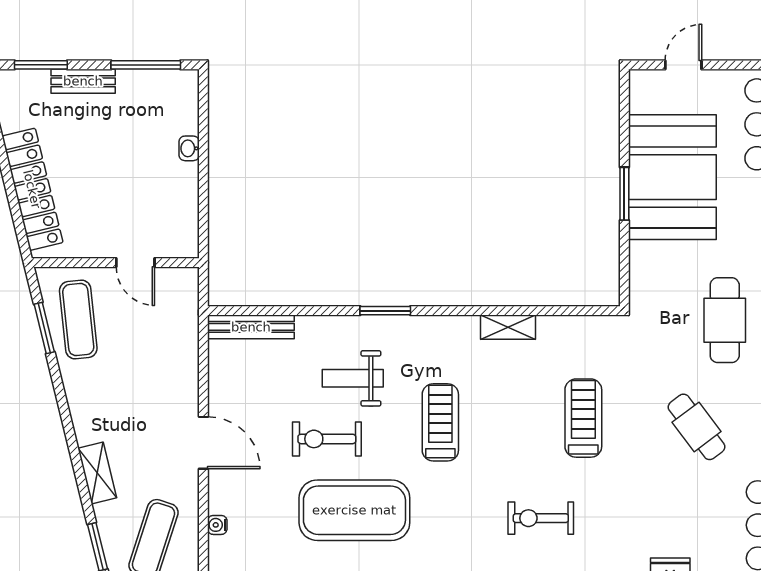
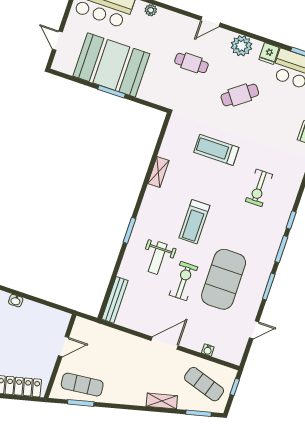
cafe table: (725, 320) -> (191, 63), width x0.73, depth x0.74
treadmill: (440, 422) -> (194, 222), turned -90
exercise bike: (327, 439) -> (184, 281), turned 180

